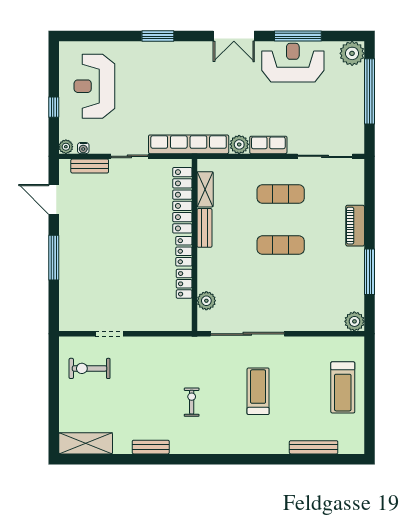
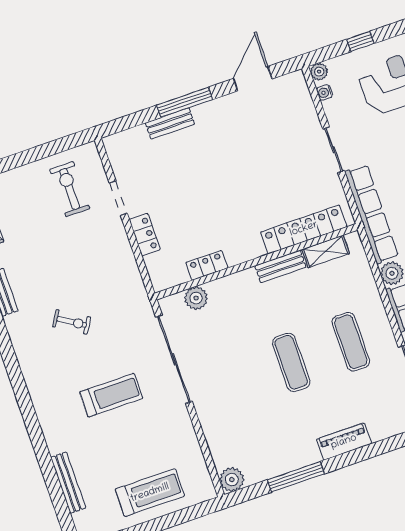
bench: (90, 166) -> (170, 123), moved, turned 90
locker: (184, 251) -> (145, 235), moved, turned 90
treadmill: (343, 387) -> (150, 493), turned 180
exercise bike: (192, 402) -> (72, 322), turned 32

